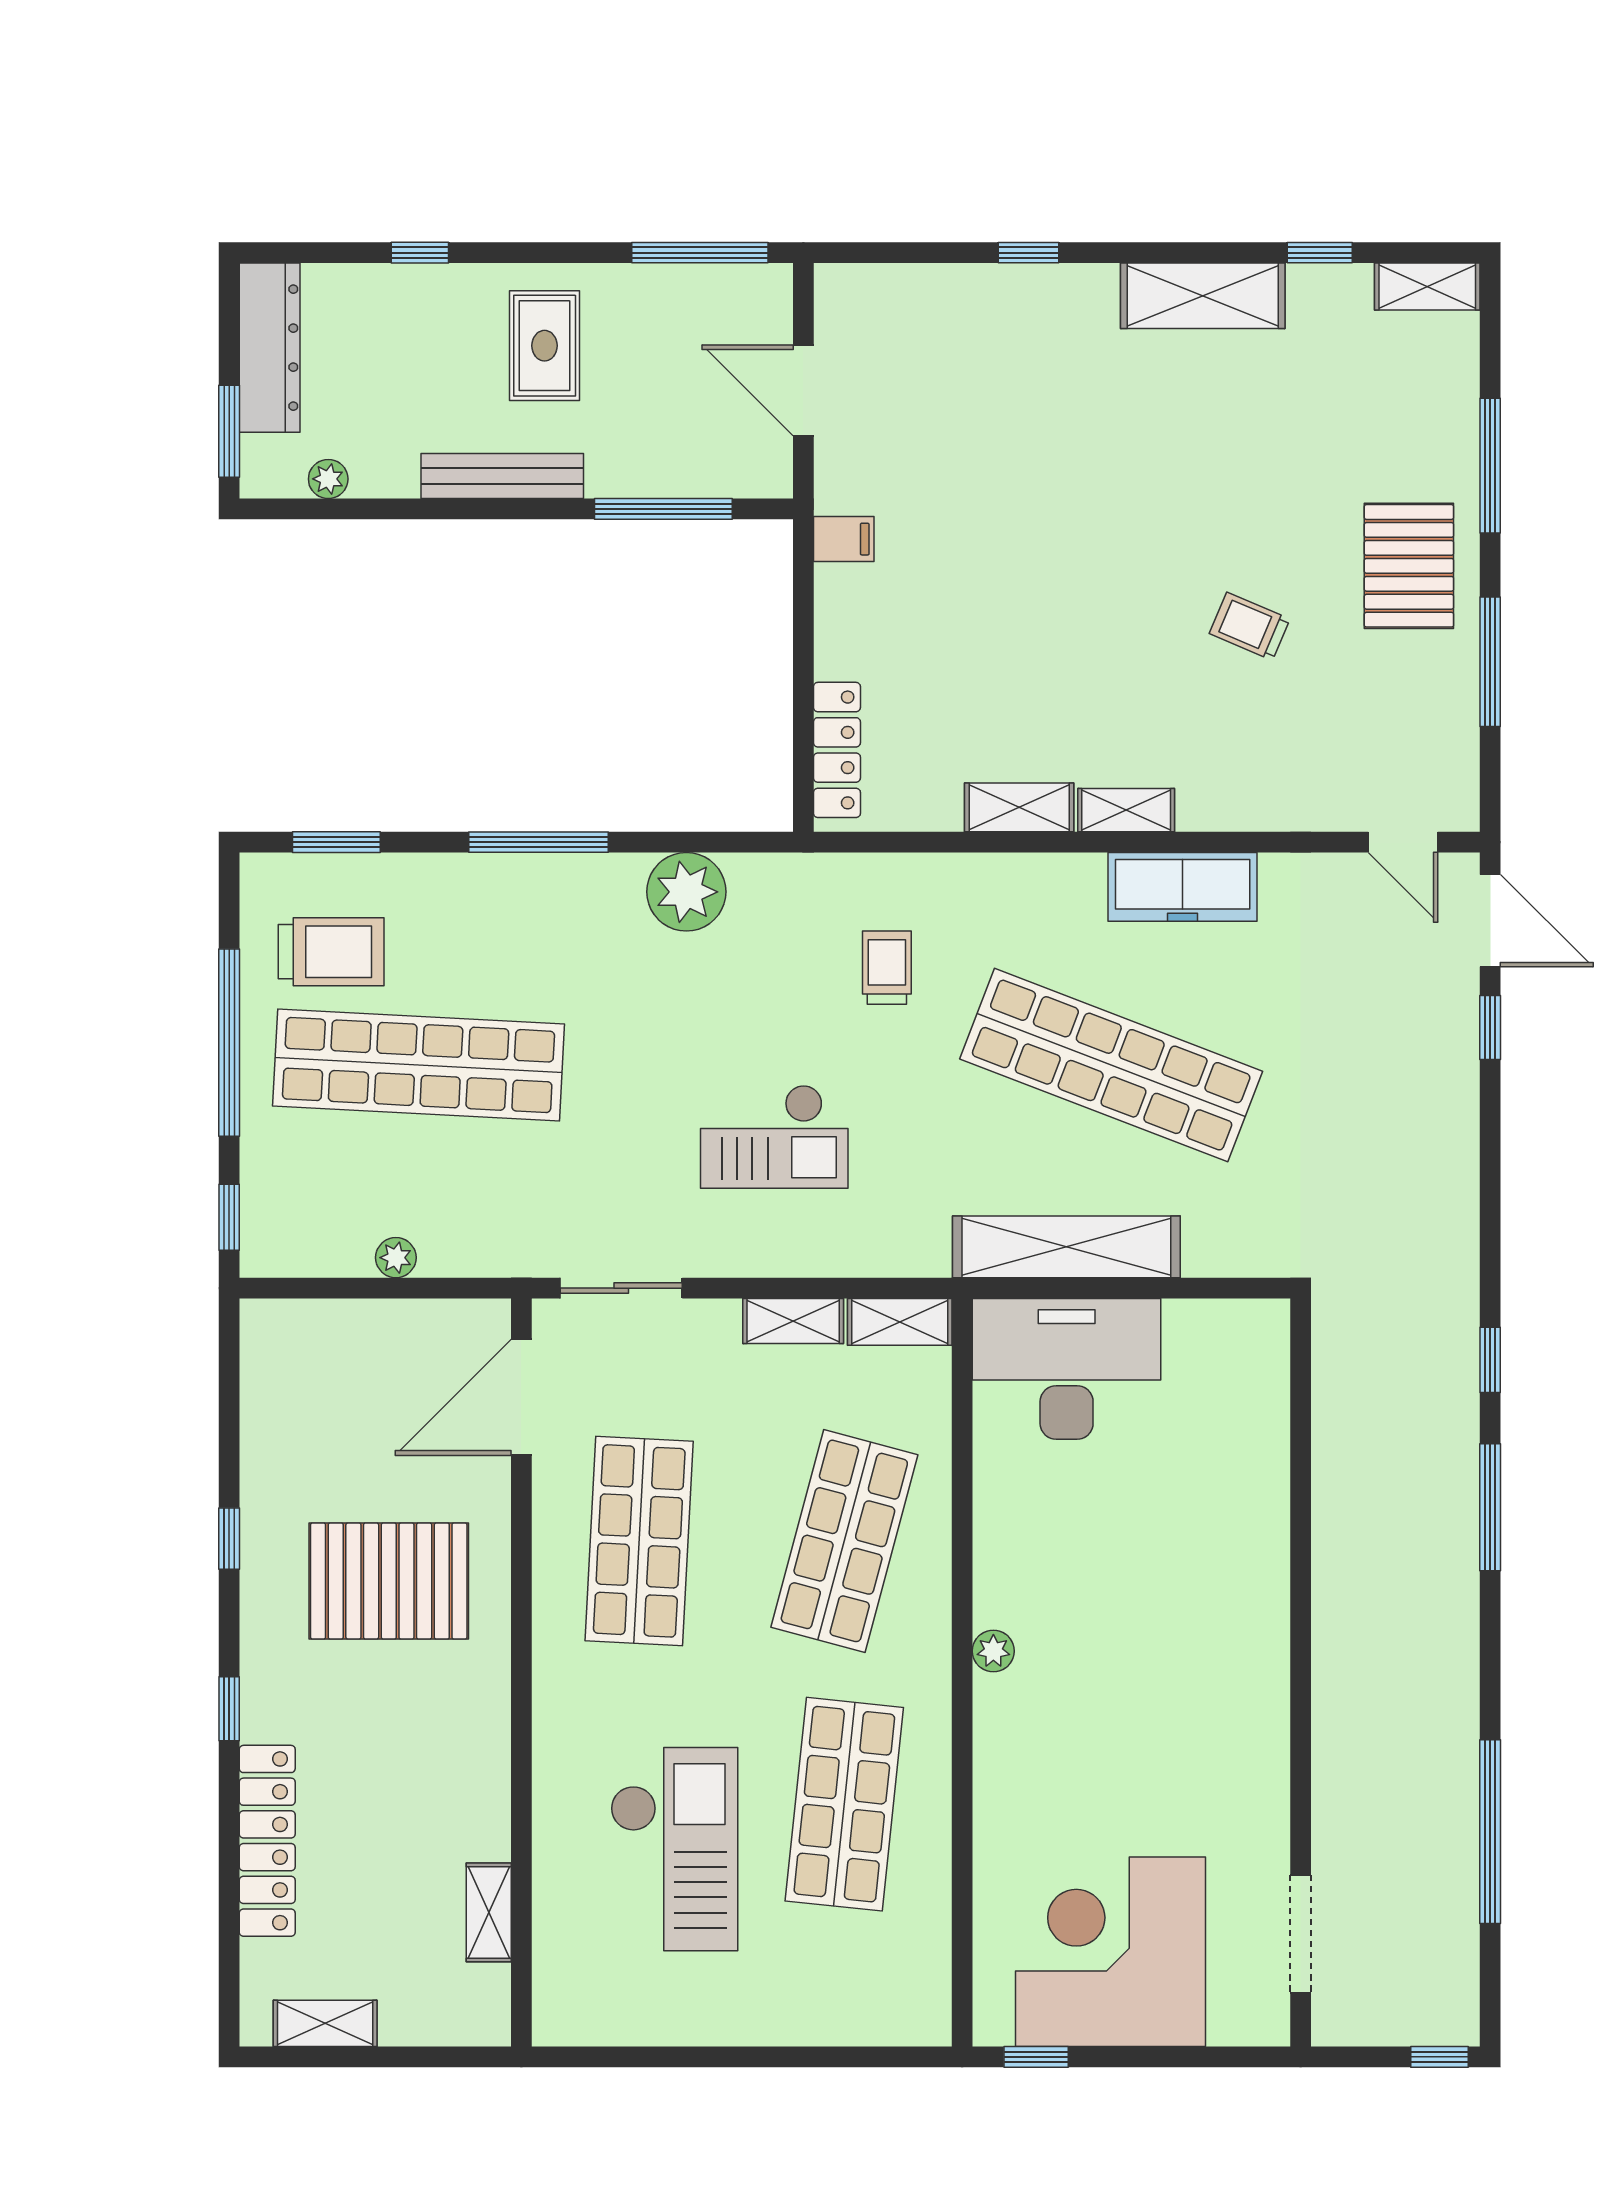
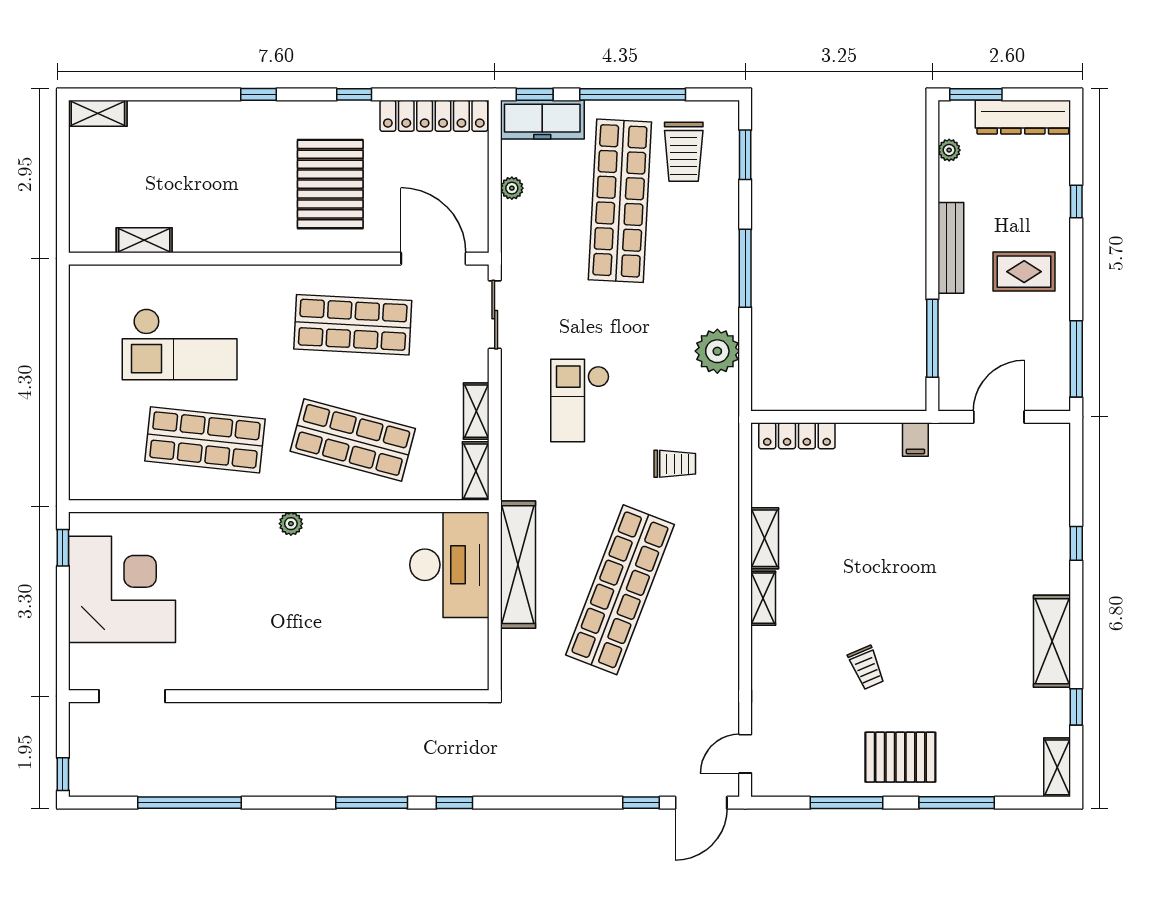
trolley: (1250, 626) -> (866, 668), turned 134
freezer: (1183, 887) -> (542, 120), moved, turned -90
locker: (267, 1841) -> (434, 116), moved
shelving: (325, 2023) -> (98, 113), moved, turned 90

